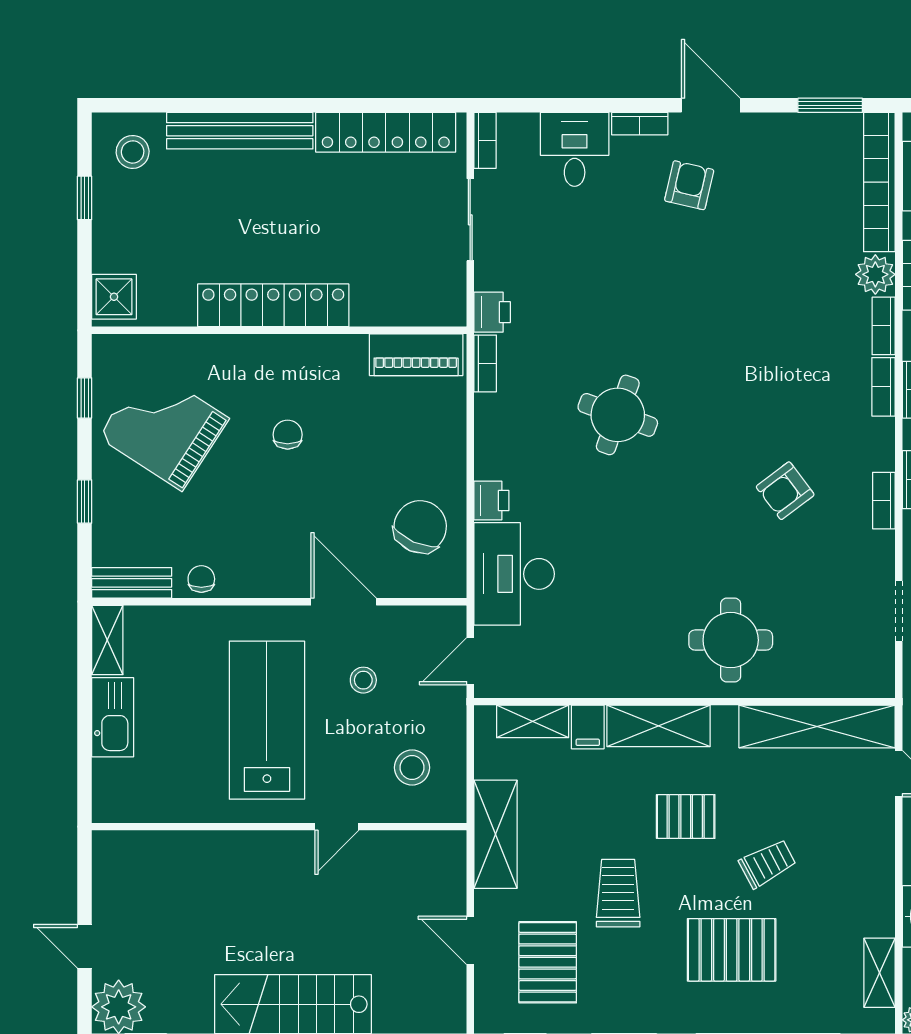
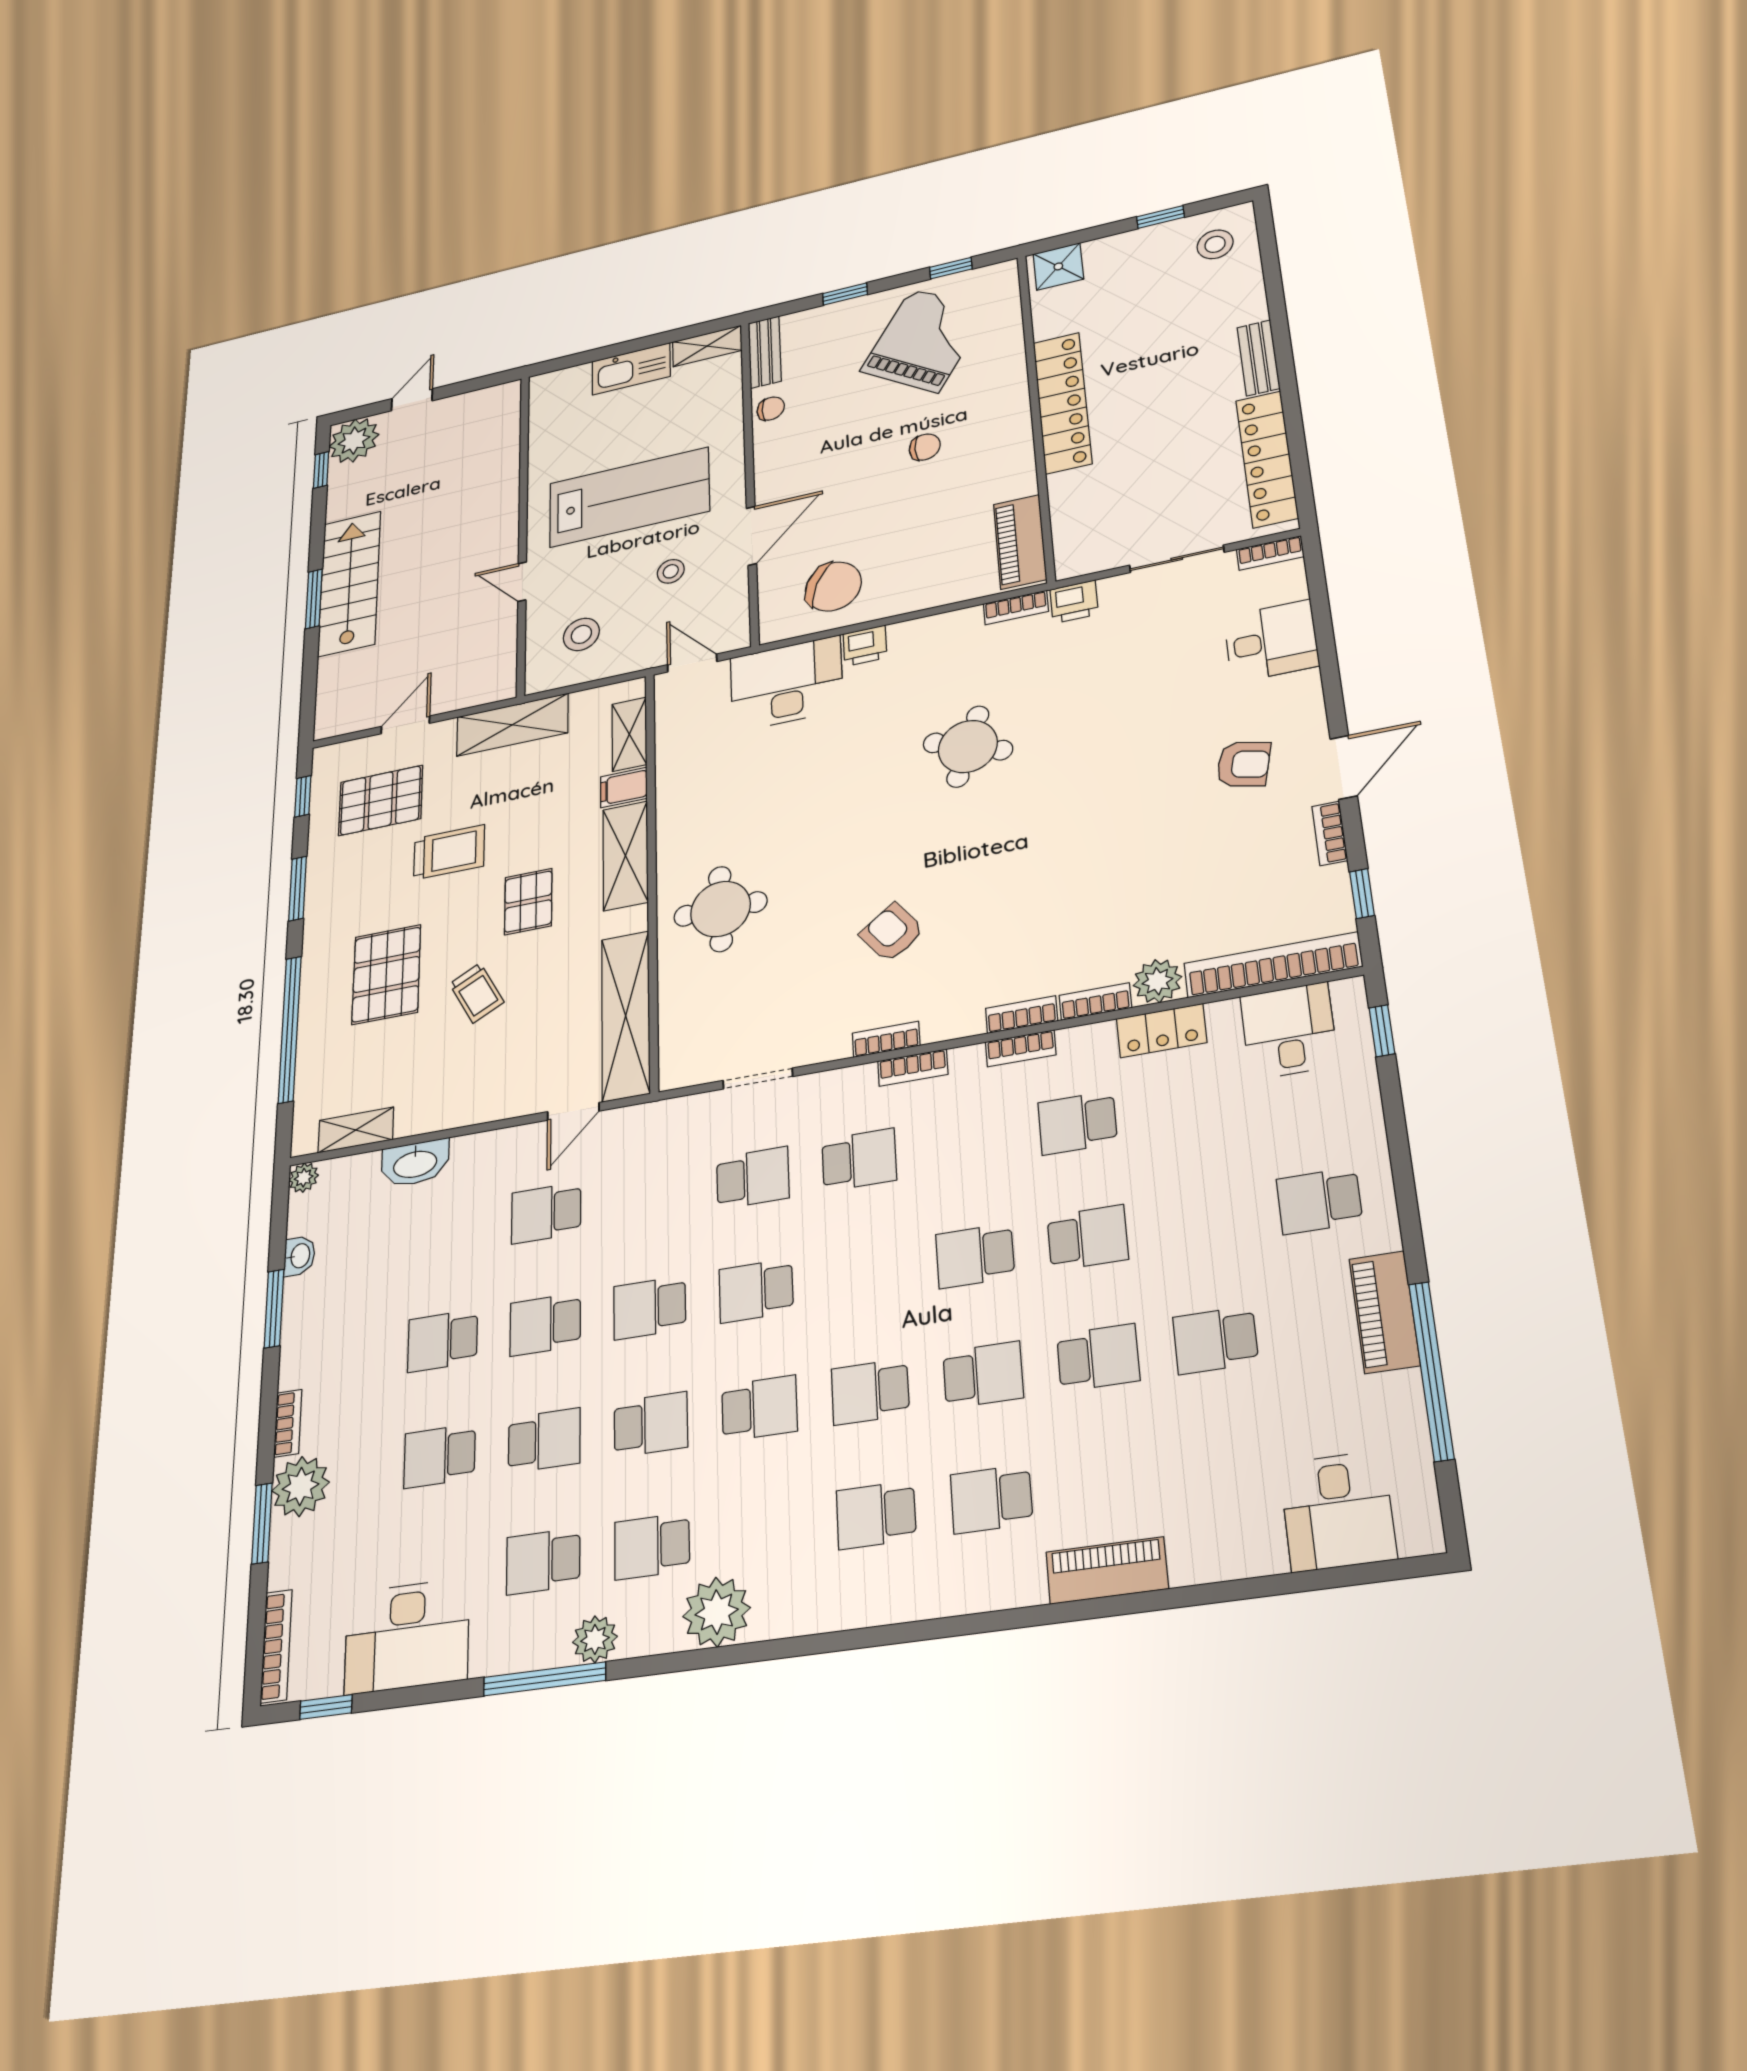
window: (830, 105) -> (1362, 894), width x0.67
bookcase: (640, 124) -> (1330, 833), moved
bench: (240, 131) -> (1258, 358), width x0.54, depth x0.82

